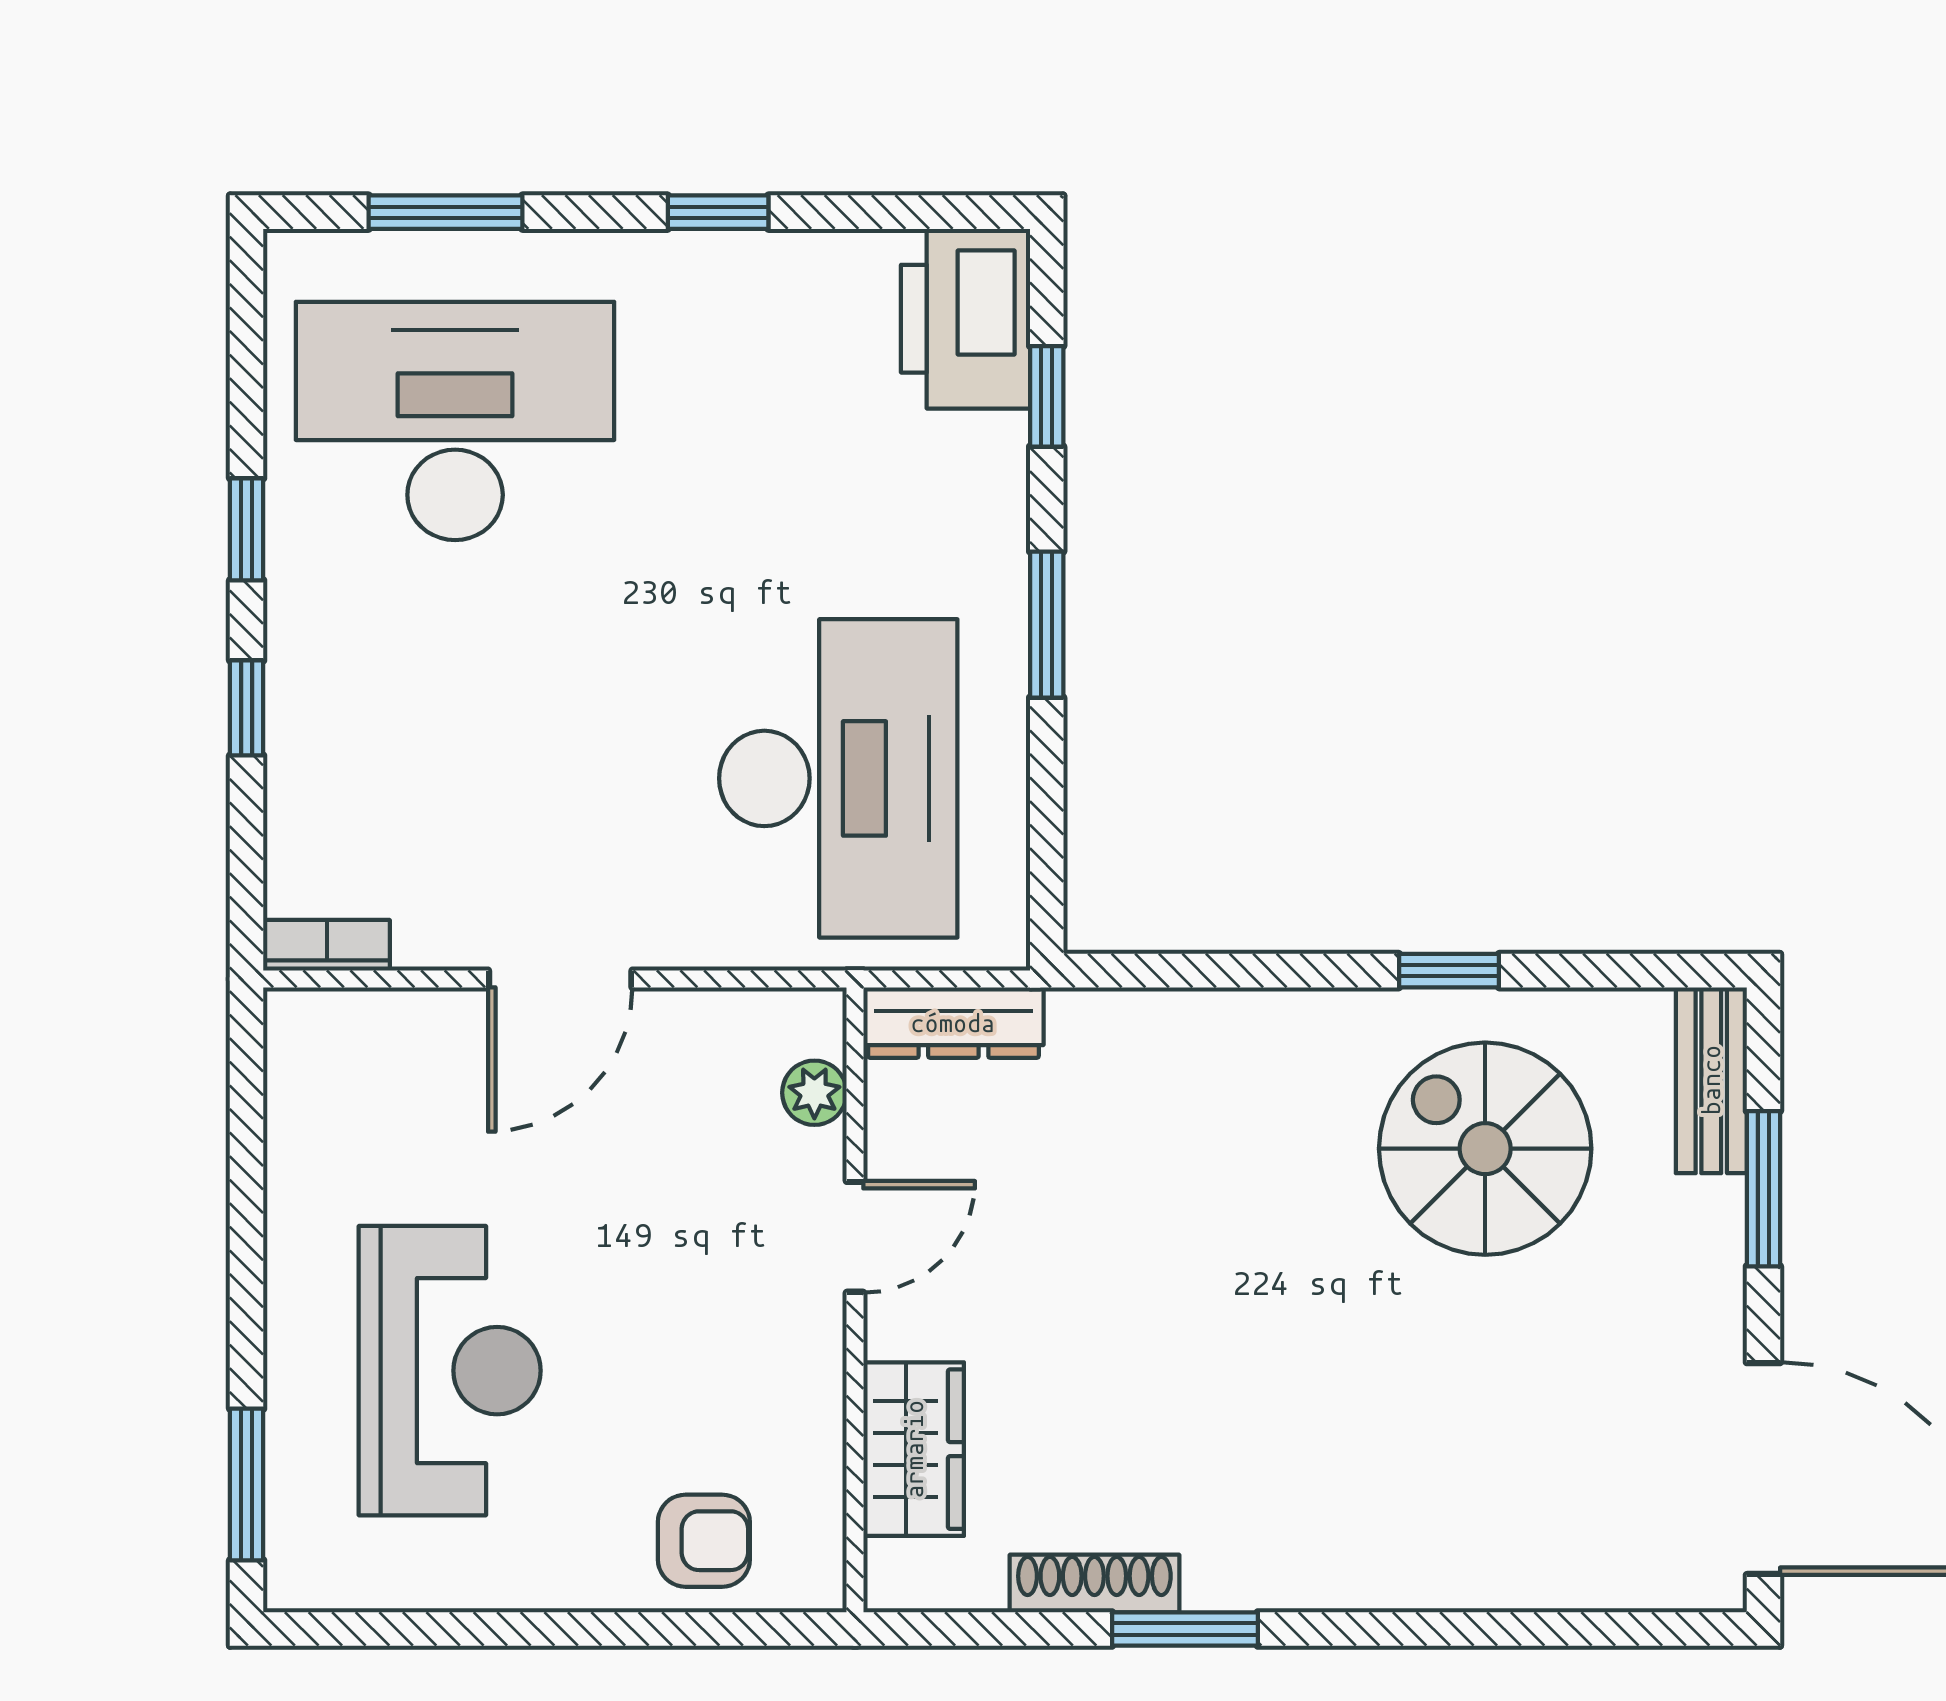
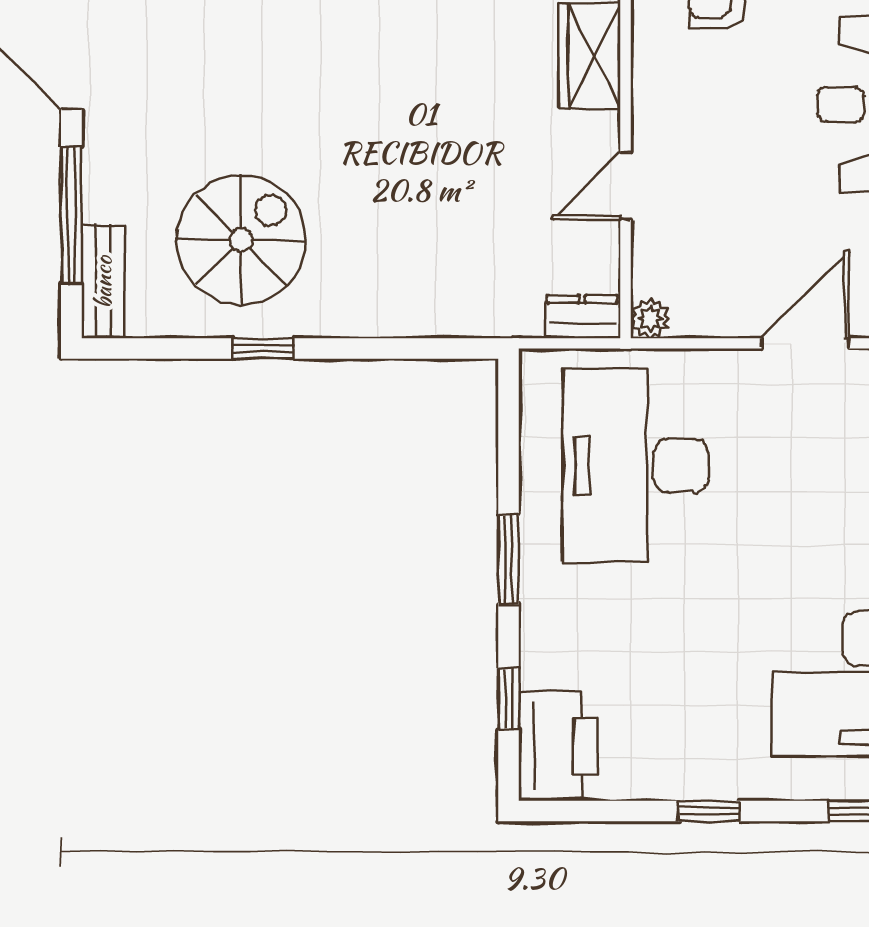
dresser: (953, 1023) -> (582, 317), width x0.70
plant: (814, 1093) -> (650, 319), moved
spiral stairs: (1485, 1149) -> (241, 240), turned -90
window: (1763, 1189) -> (71, 215), width x1.44

